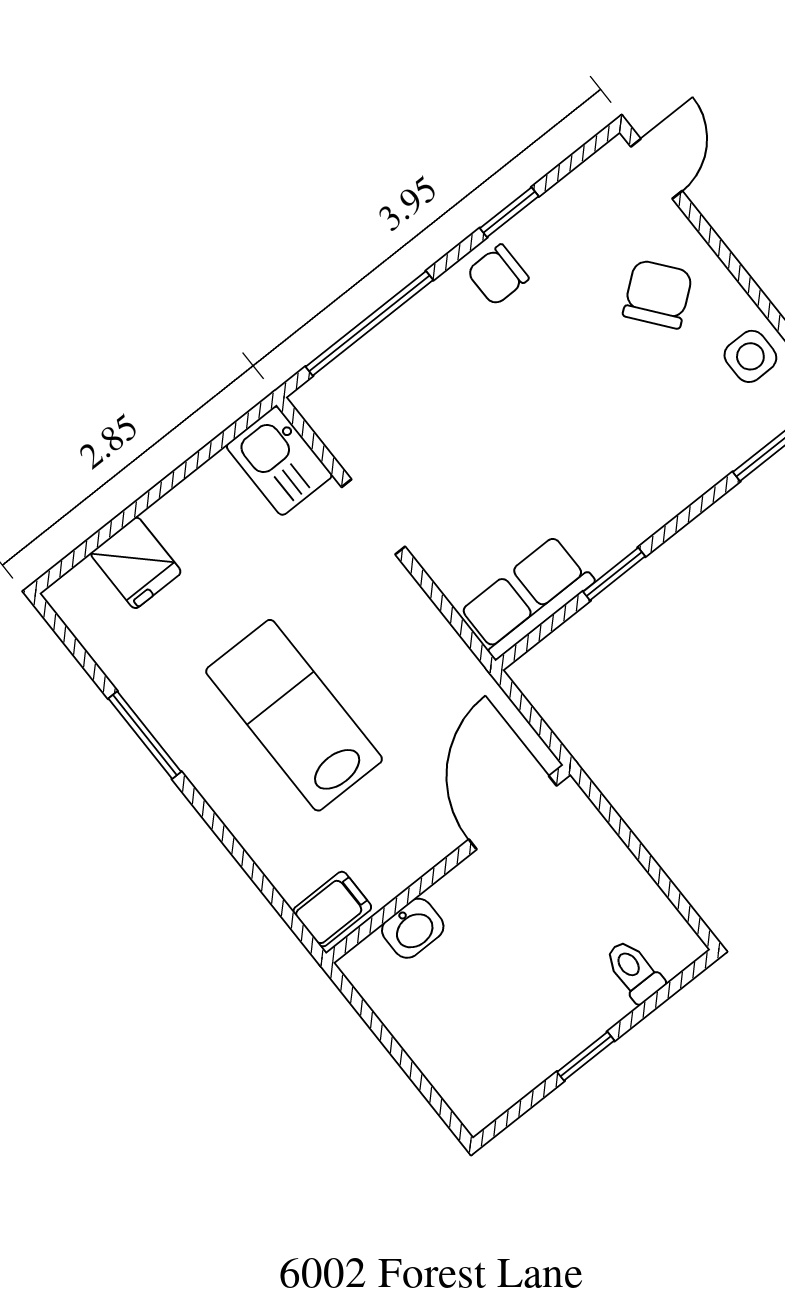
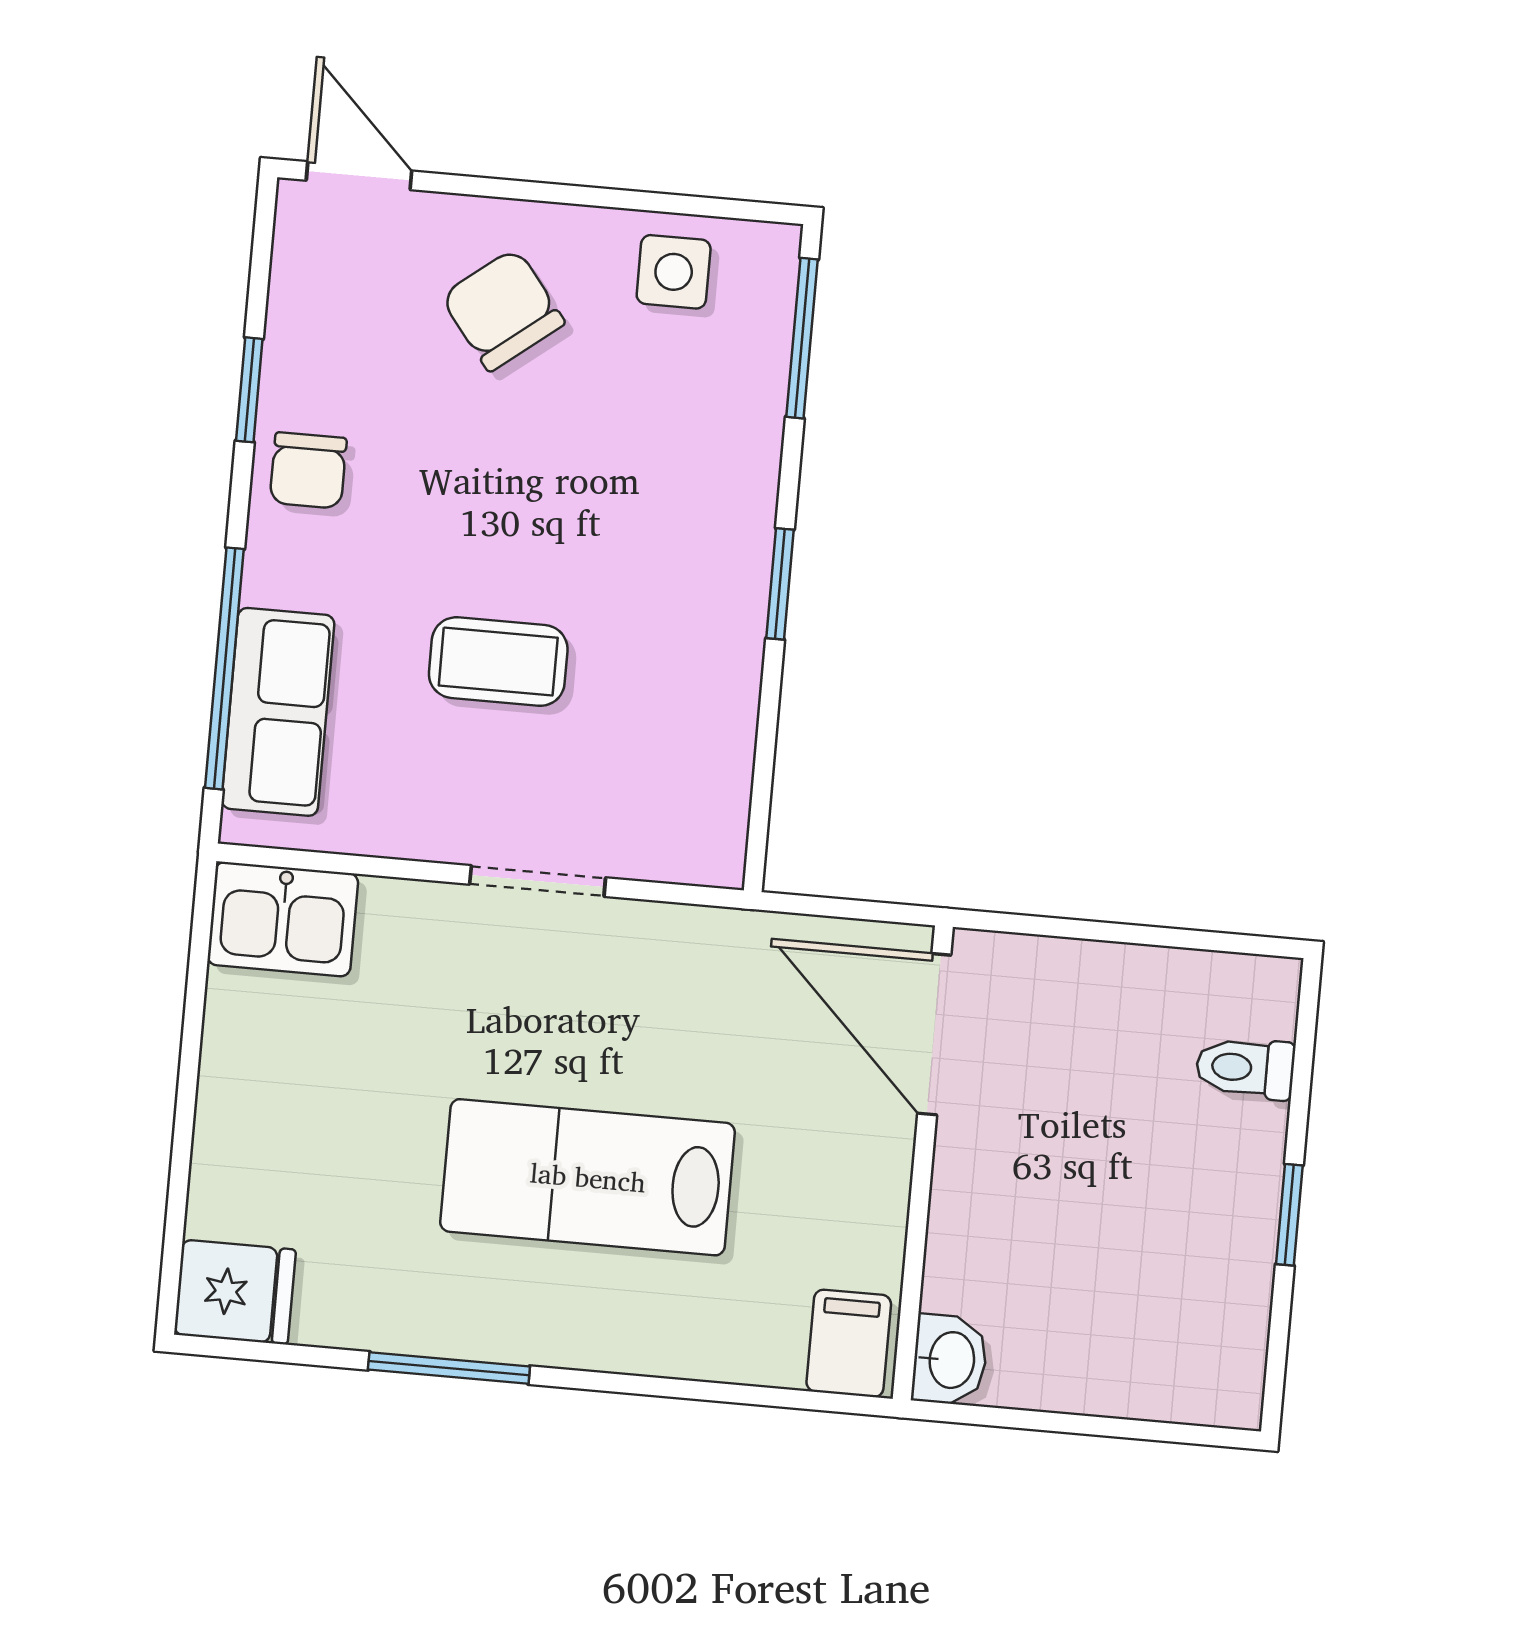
coffee table: (493, 447) -> (498, 662), added
doorway: (373, 517) -> (538, 881), moved
fridge: (136, 563) -> (235, 1292), moved
window: (614, 574) -> (780, 584), moved
row of seats: (527, 597) -> (278, 712), moved, turned 180
washbasin: (413, 928) -> (950, 1360), moved

